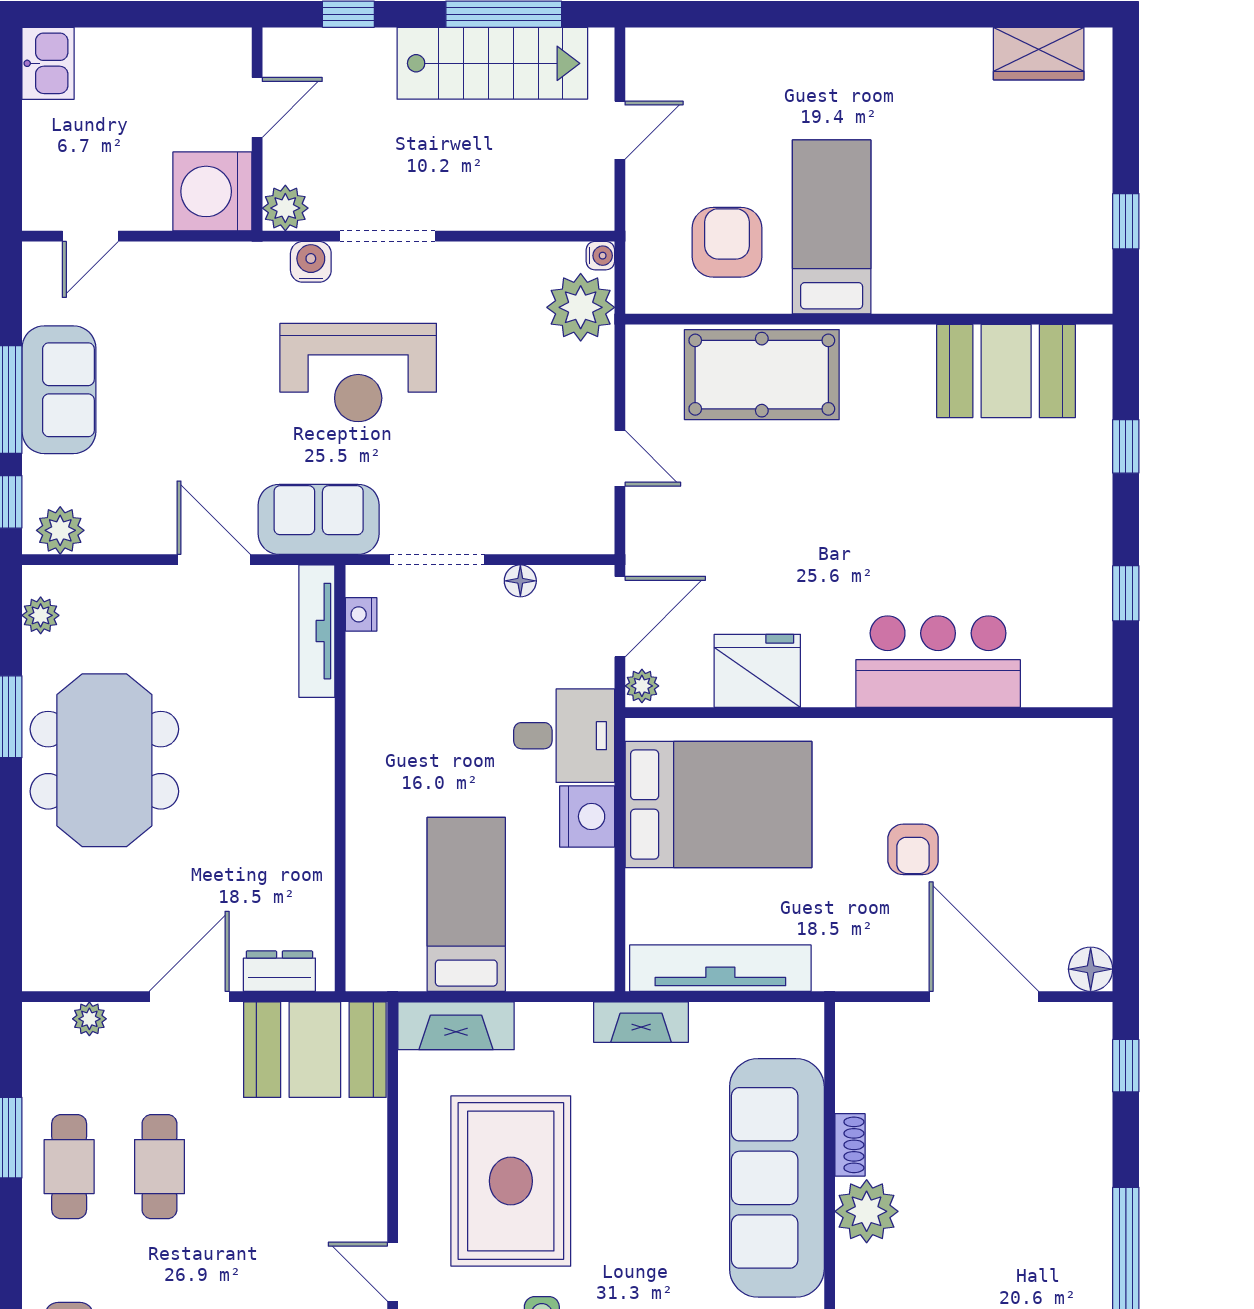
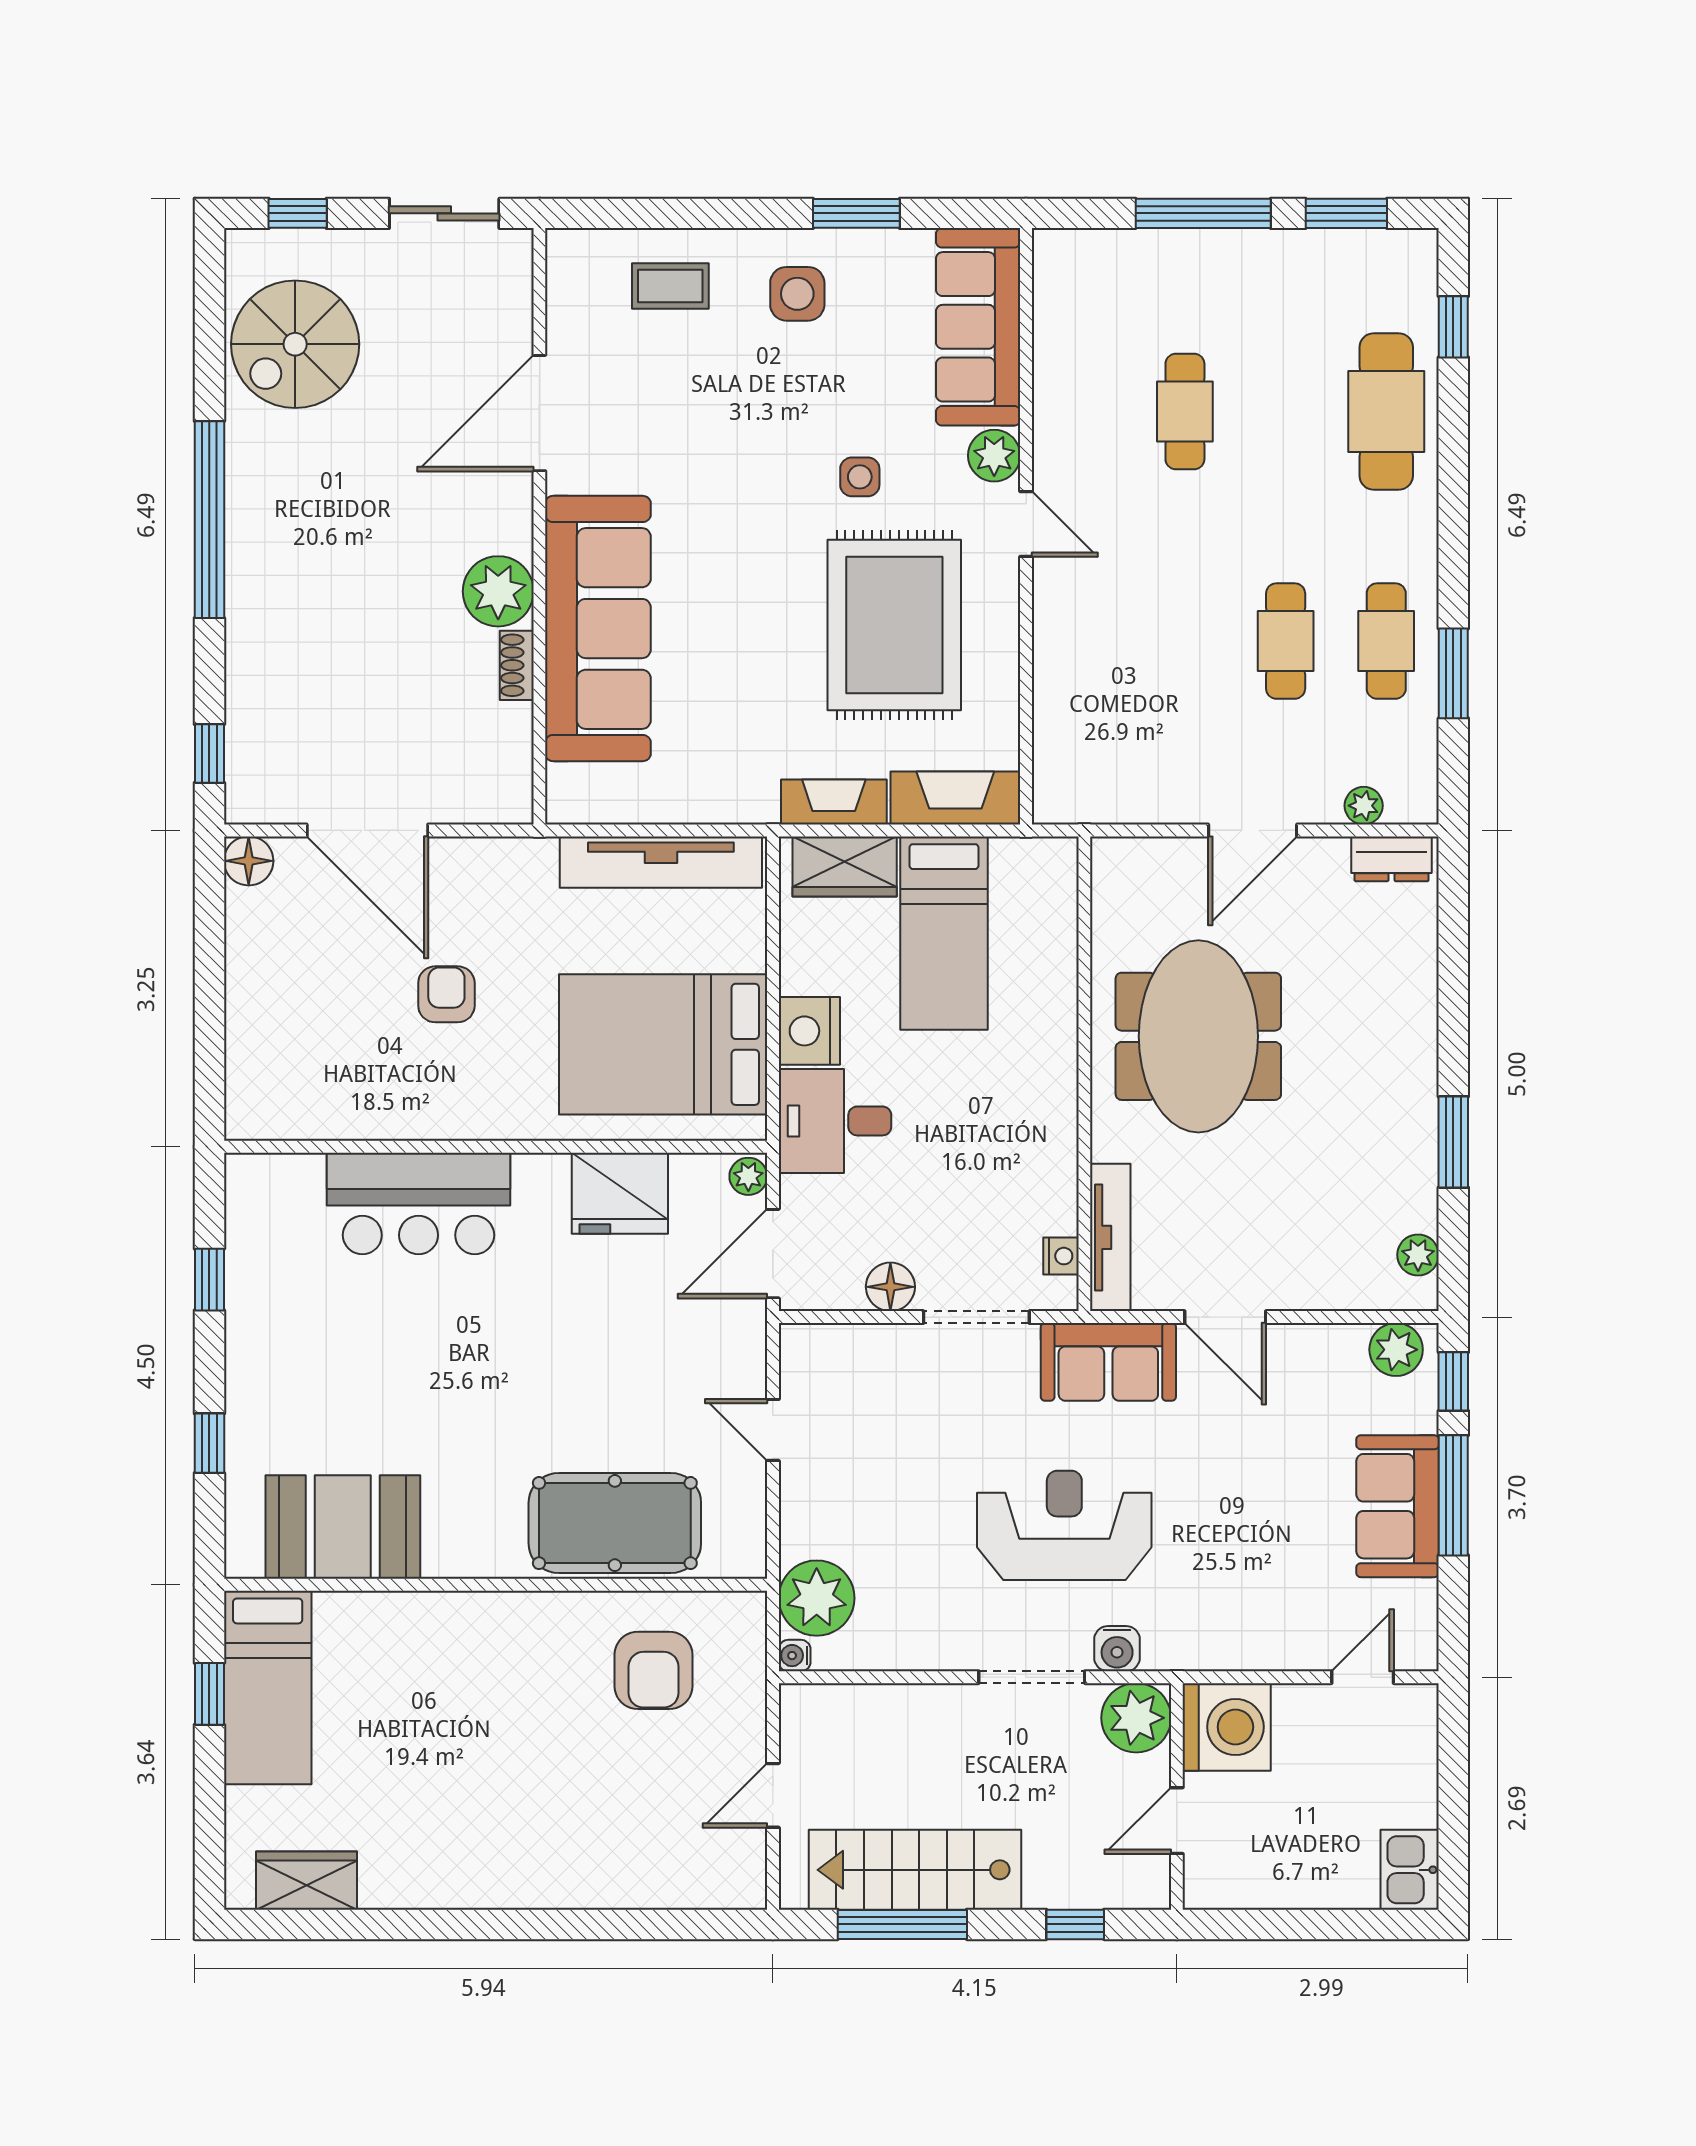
plant: (285, 208) -> (1136, 1718), width x1.36, depth x1.36
bed: (832, 227) -> (268, 1688), moved
floor lamp: (520, 581) -> (890, 1287), width x1.37, depth x1.37
meeting table: (104, 760) -> (1198, 1036), moved
wardrobe: (556, 964) -> (845, 866), added
dresser: (279, 971) -> (1392, 859), moved
fireplace: (641, 1022) -> (834, 802), moved
booth: (315, 1050) -> (1113, 771), removed

